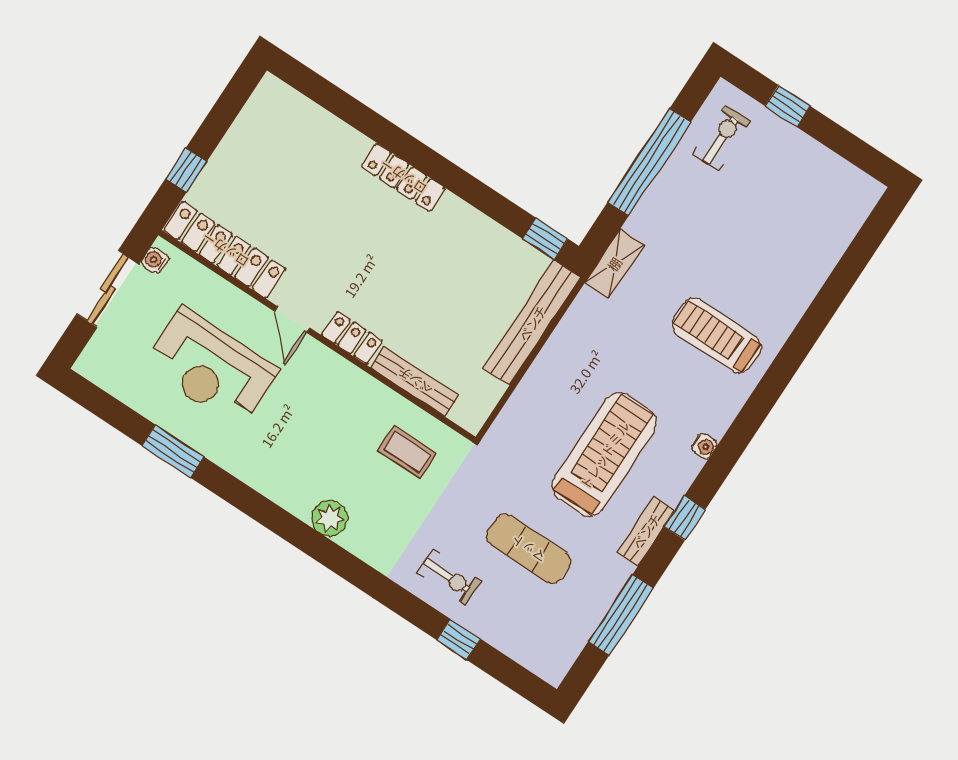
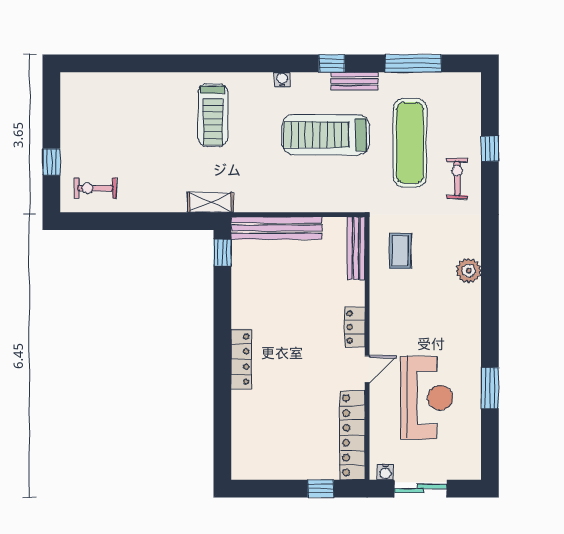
window: (649, 162) -> (138, 221), removed
bench: (415, 381) -> (356, 248), moved
exercise mat: (528, 549) -> (410, 143), width x1.36, depth x1.45

